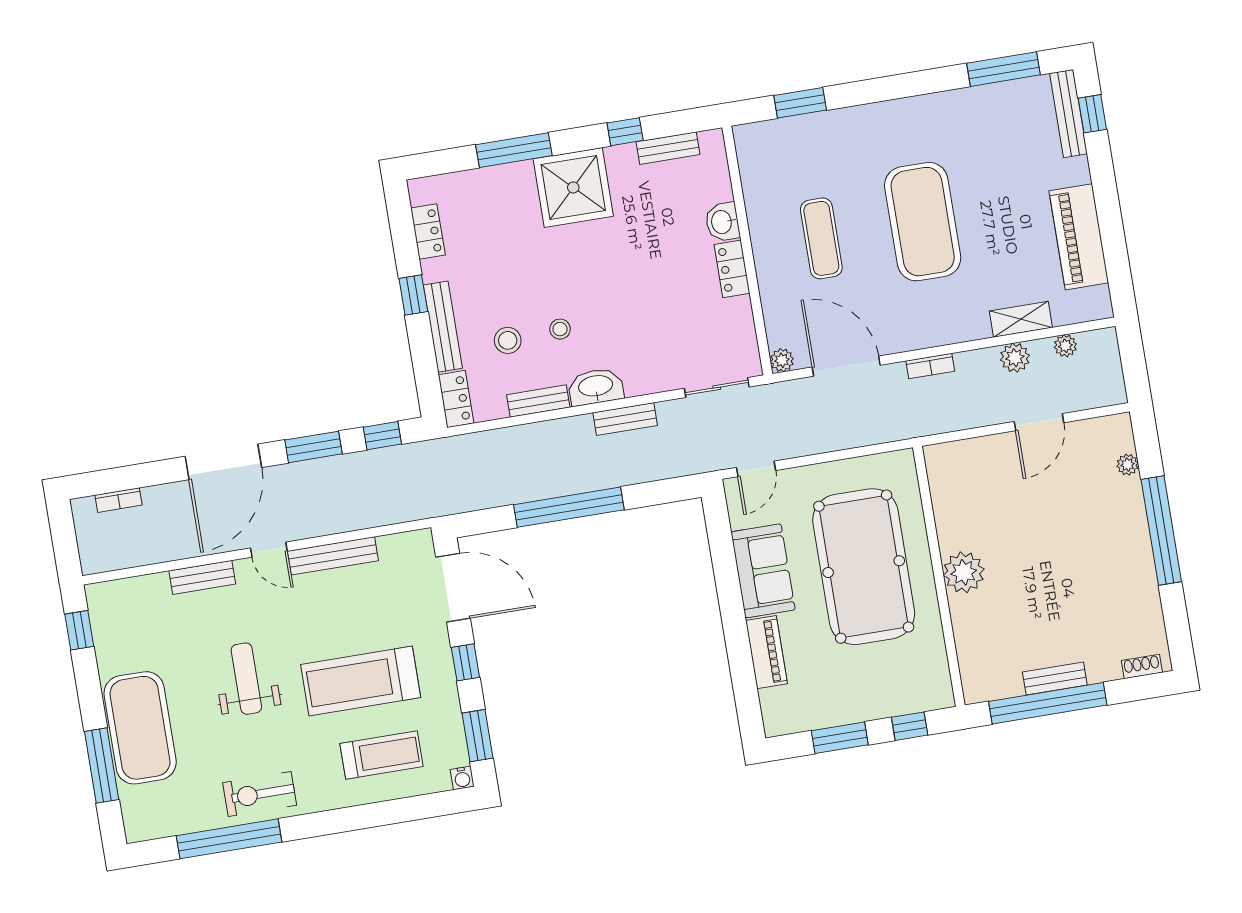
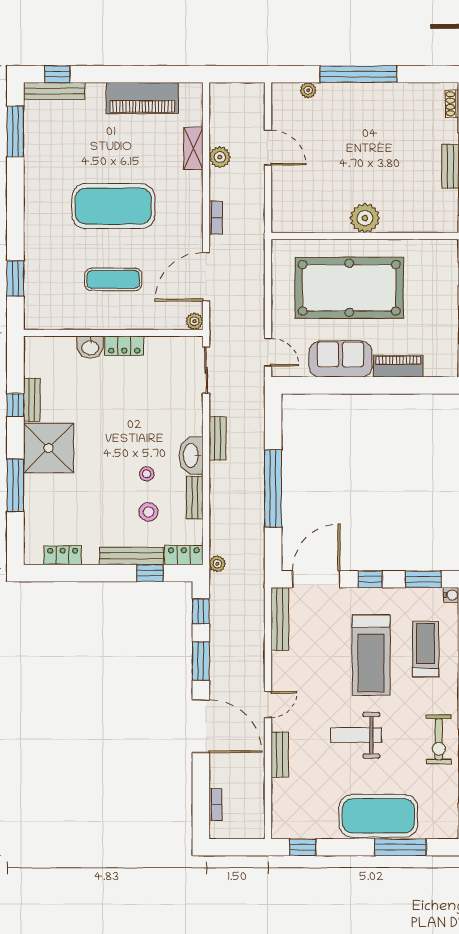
bench: (668, 148) -> (32, 400), moved
window: (413, 295) -> (150, 573), moved
plant: (1065, 346) -> (217, 564), moved
bench: (333, 556) -> (280, 619), moved

